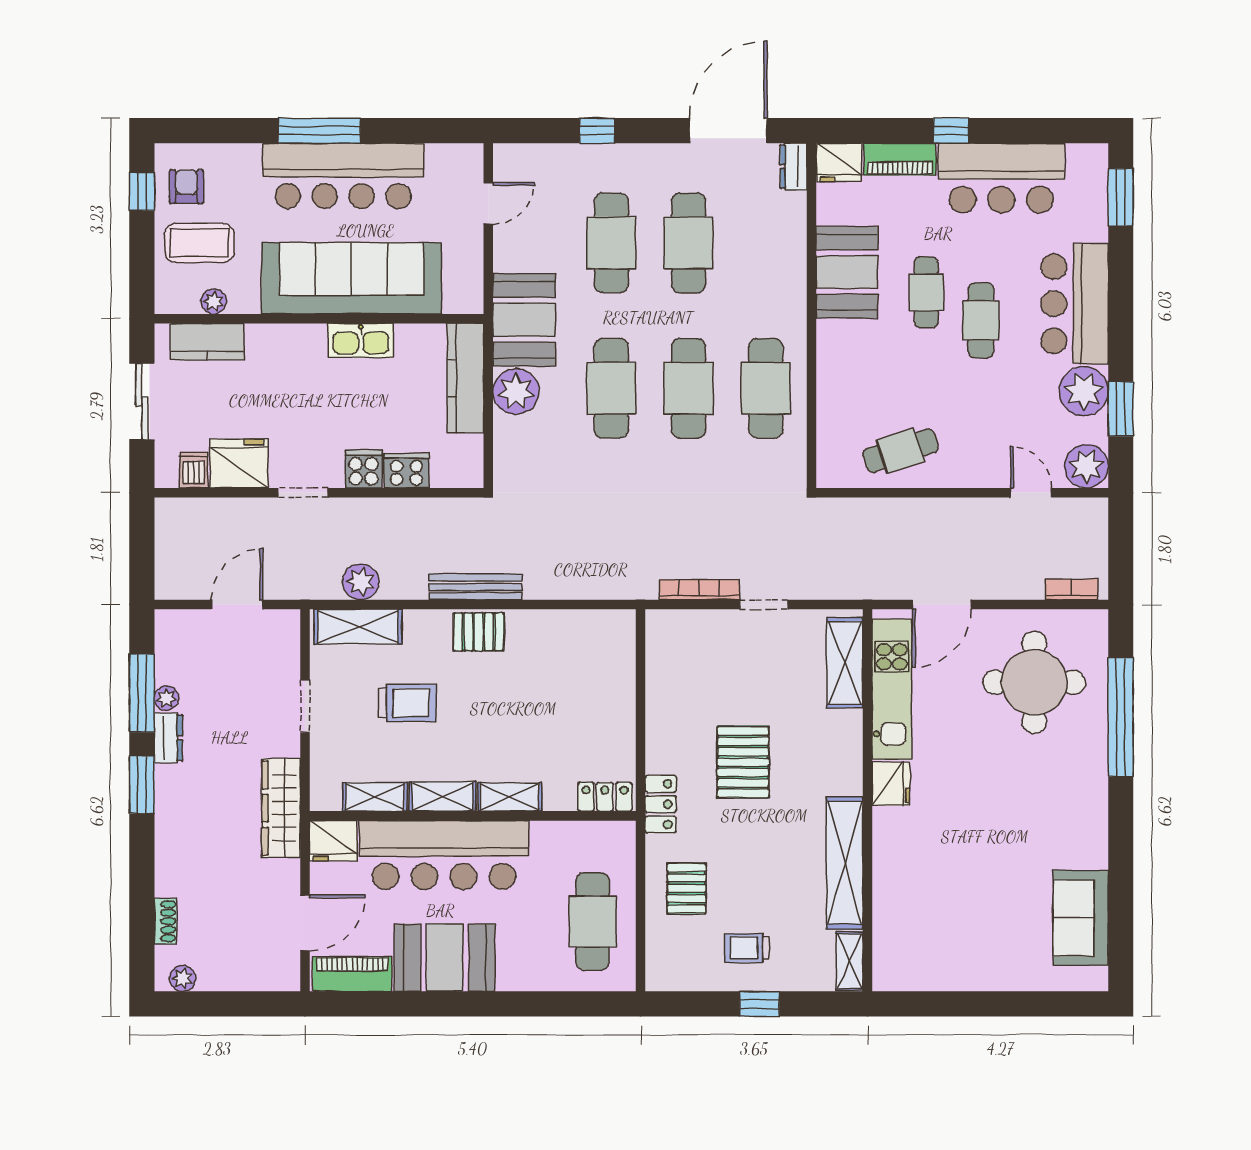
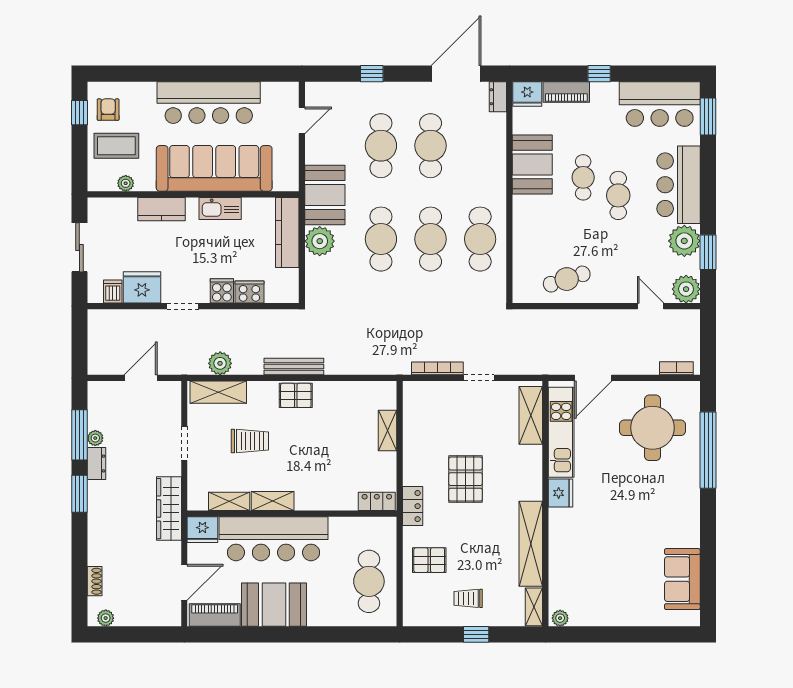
window: (319, 131) -> (193, 74), removed
bar counter: (1001, 178) -> (660, 104), moved
kitchen counter: (207, 342) -> (162, 209), moved
shelving: (510, 797) -> (388, 430), moved, turned 90
pallet: (686, 888) -> (429, 560), turned 90
plant: (890, 979) -> (560, 618), added

